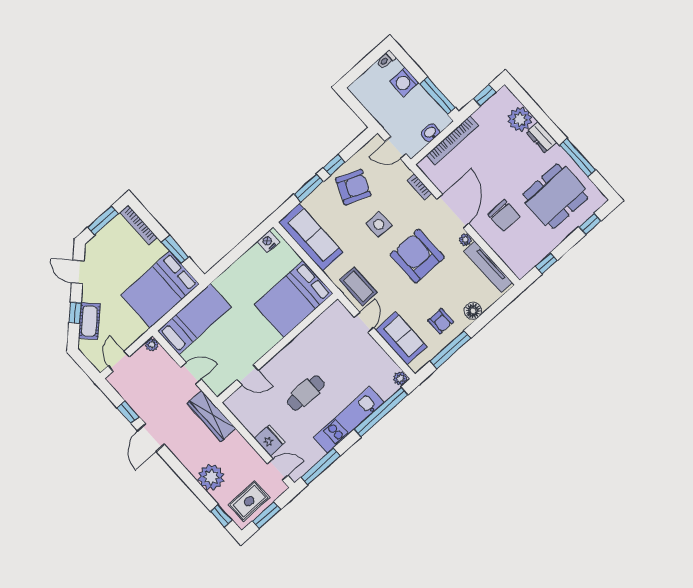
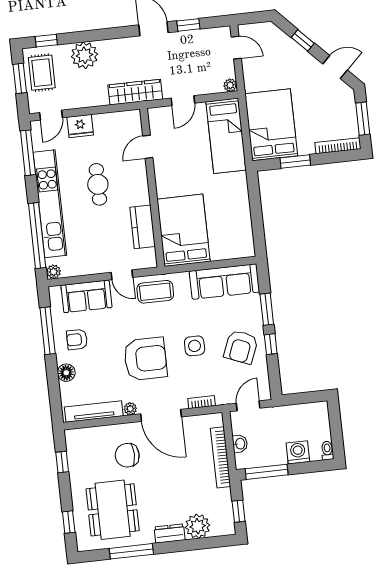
nightstand: (268, 242) -> (246, 243), removed
cot: (89, 321) -> (287, 47), removed
kitchen counter: (314, 333) -> (142, 227), added
kitchen unit: (349, 420) -> (50, 204), width x1.36

